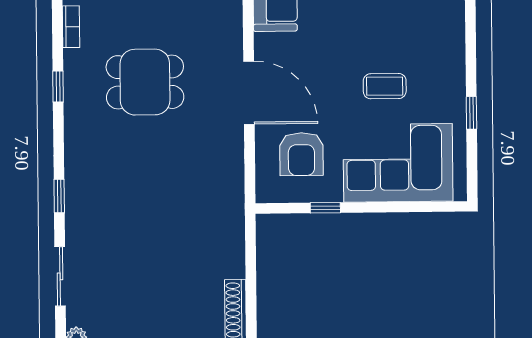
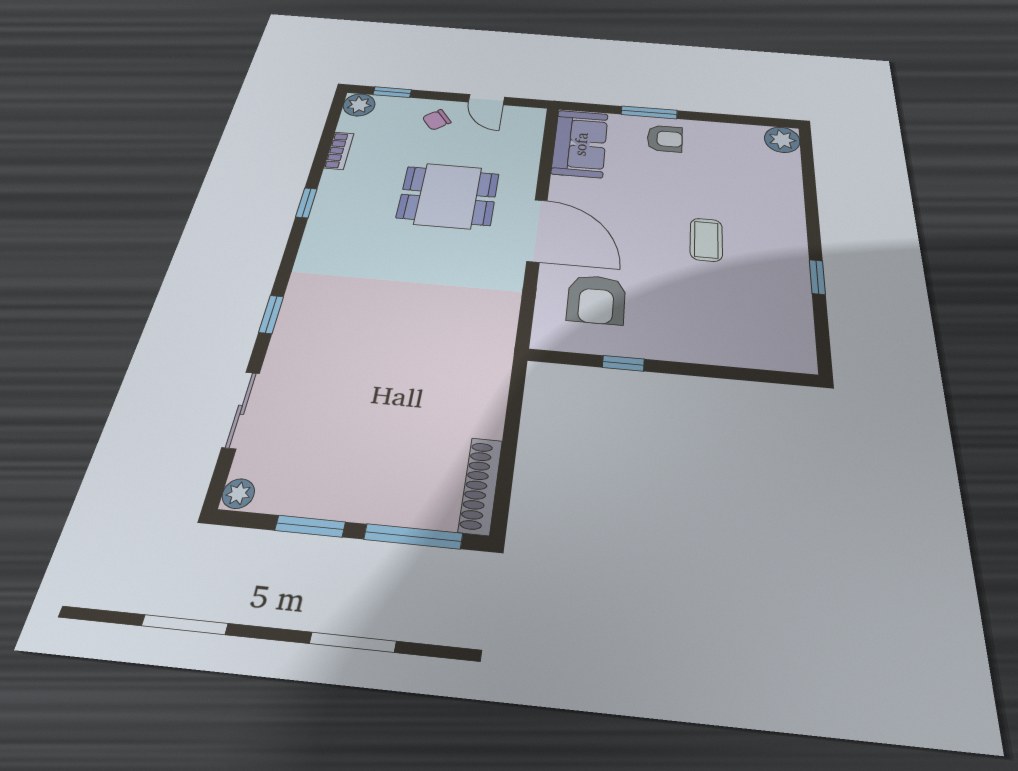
dining table: (145, 82) -> (448, 196), moved
coffee table: (385, 86) -> (706, 240), turned 90
corner sofa: (398, 163) -> (723, 322), removed

